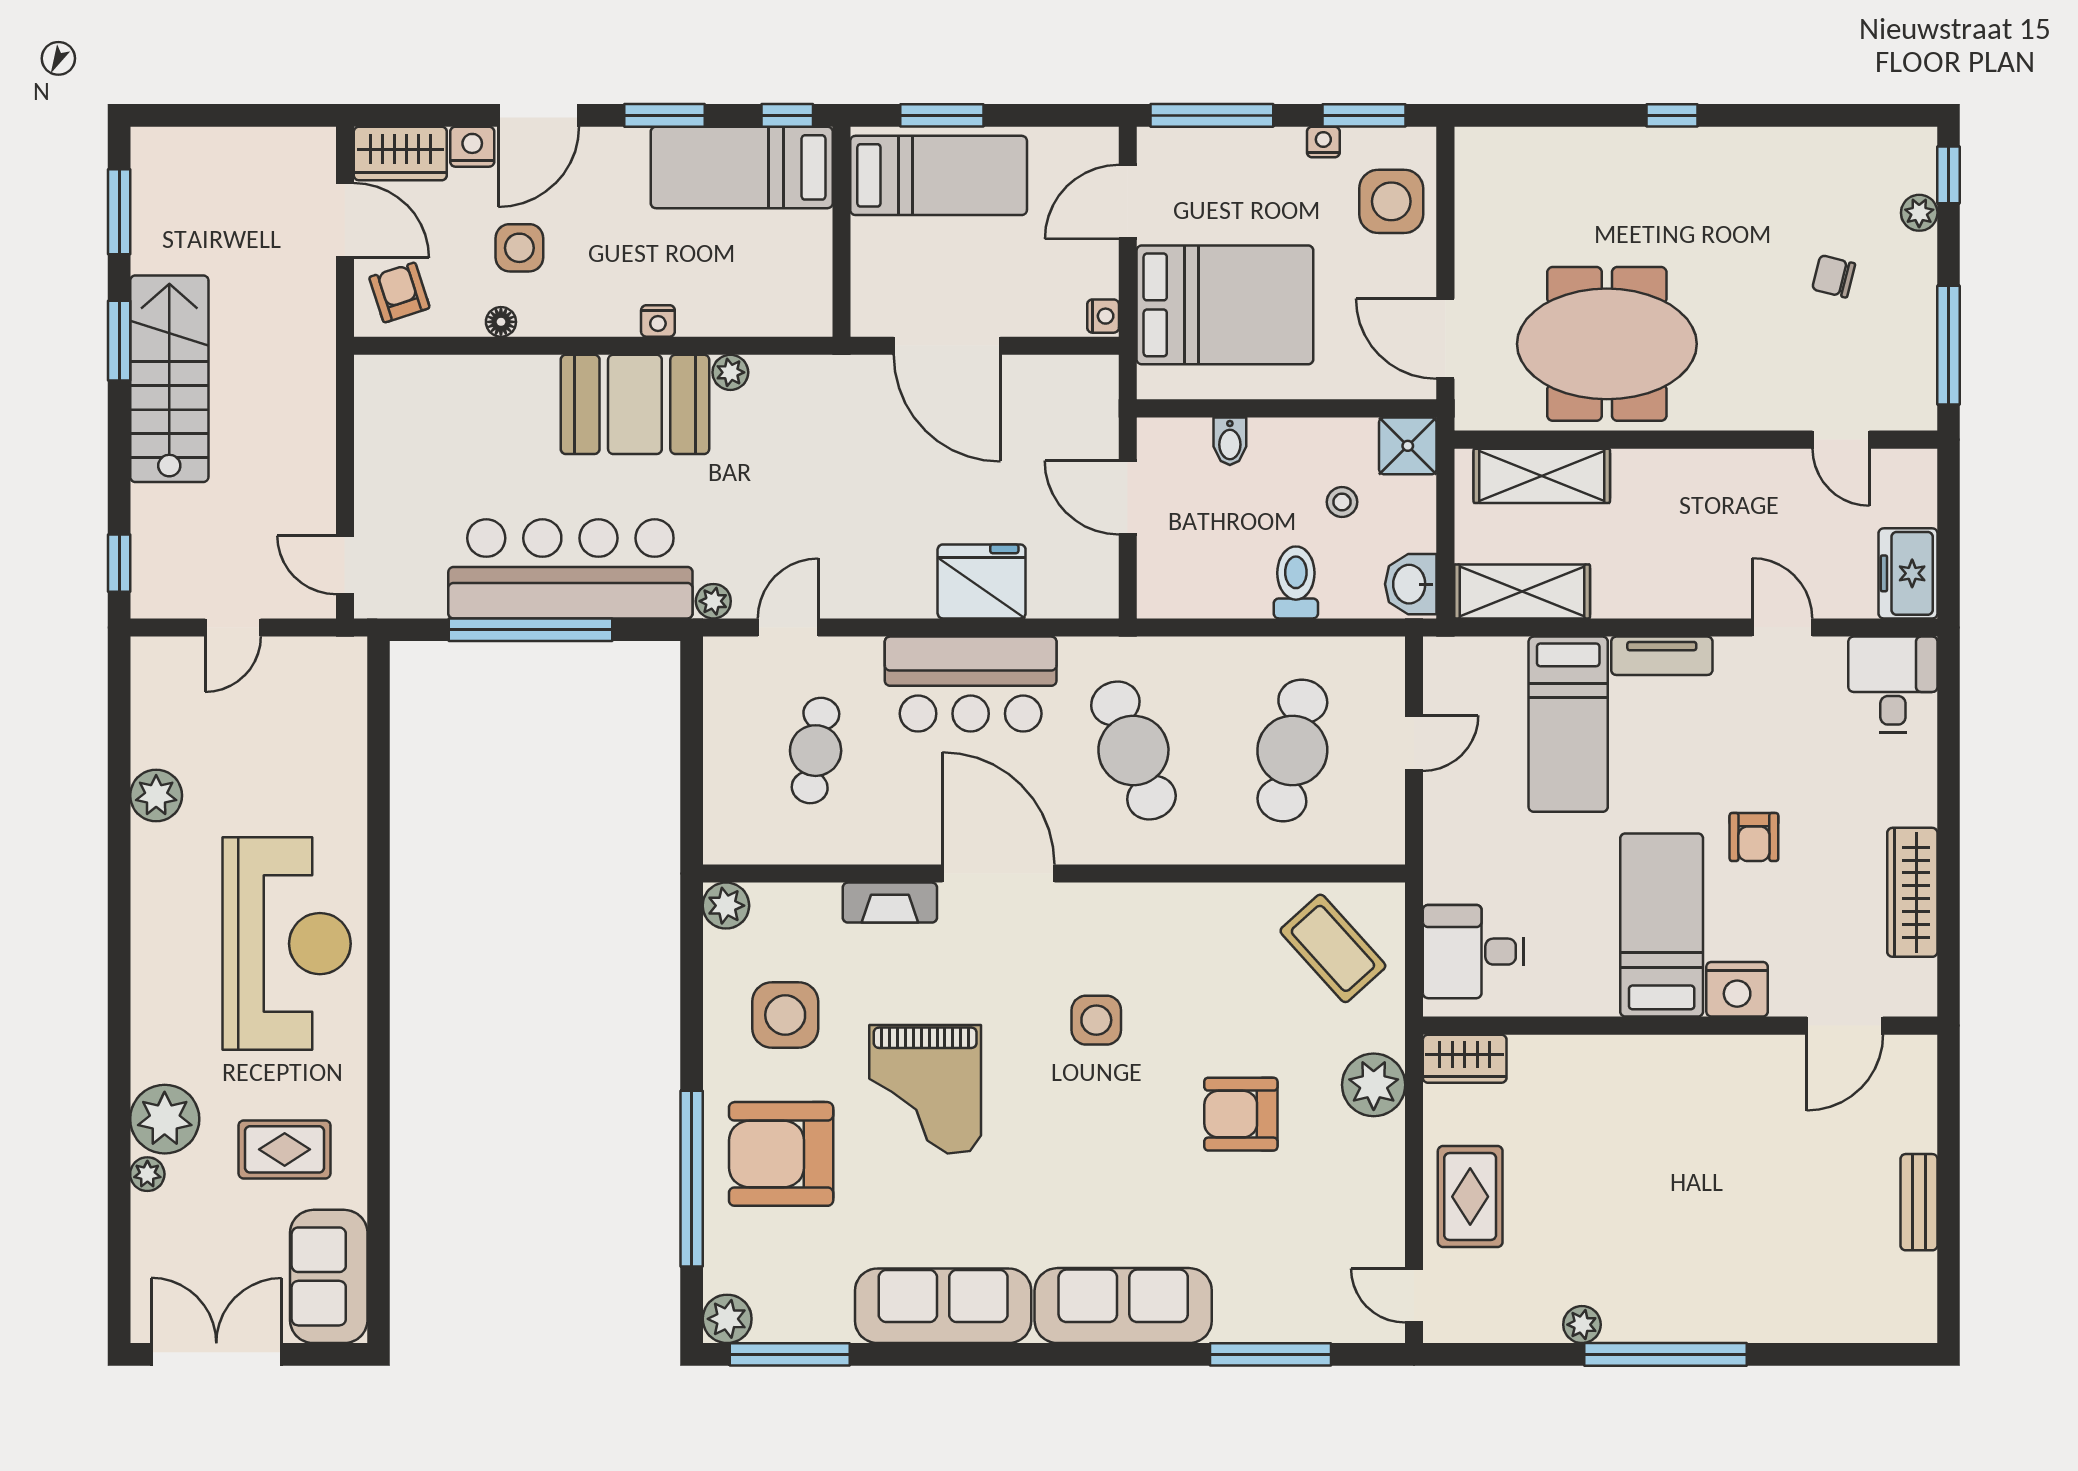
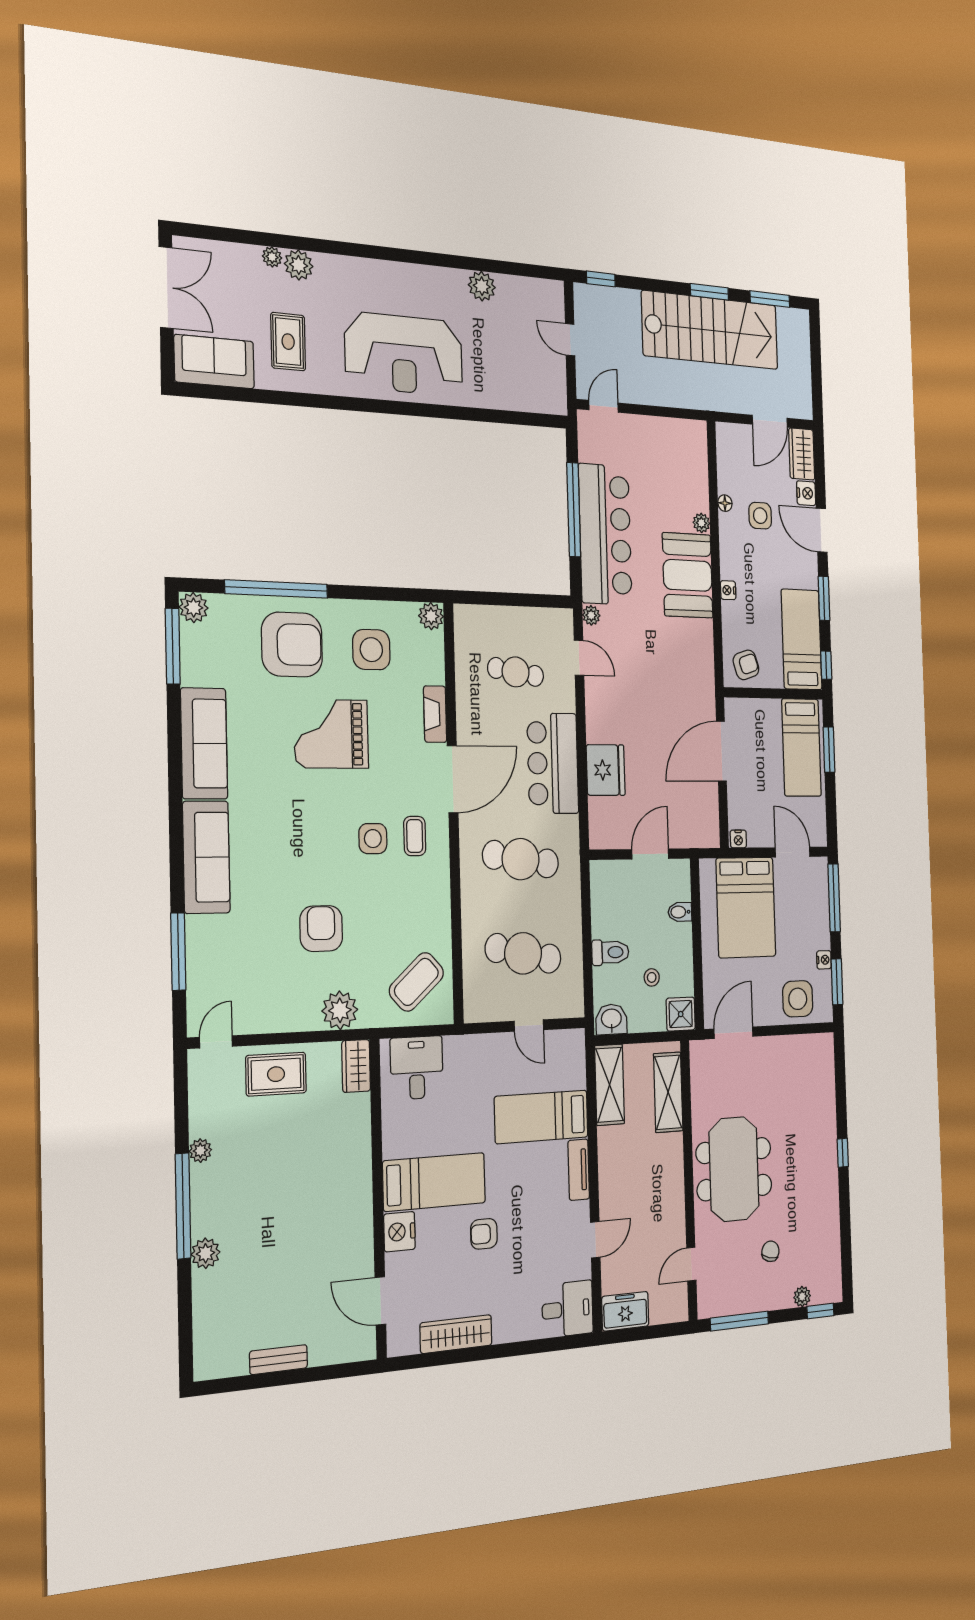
armchair: (399, 293) -> (746, 665), moved
meeting table: (1607, 344) -> (734, 1169), moved
plant: (730, 372) -> (701, 523), moved
stairs: (169, 379) -> (710, 330), width x1.36, depth x1.51
cafe table: (1133, 751) -> (521, 859), turned 30
coffee table: (1093, 945) -> (415, 836), added
plant: (165, 1119) -> (299, 265), width x0.73, depth x0.73
armchair: (781, 1154) -> (292, 645), turned 90
plant: (1742, 1319) -> (206, 1253), added

